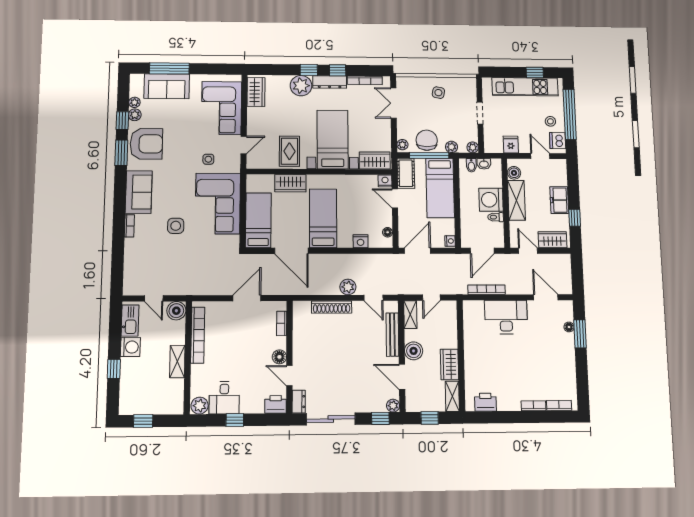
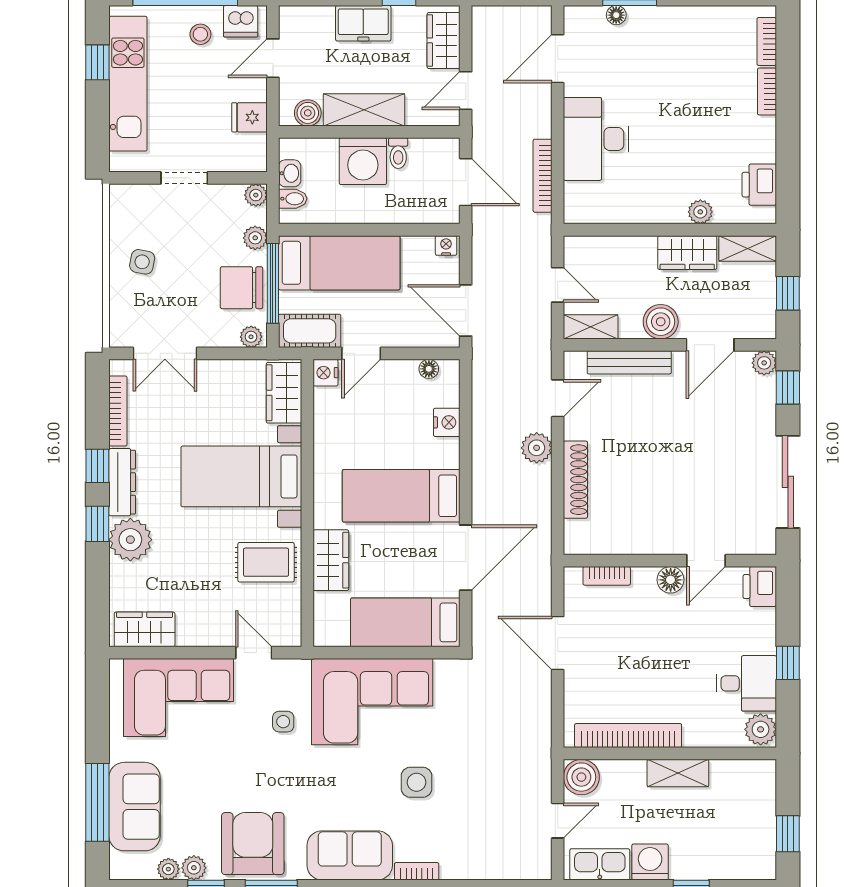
plant: (471, 371) -> (700, 212), added
dresser: (299, 402) -> (755, 543), removed

